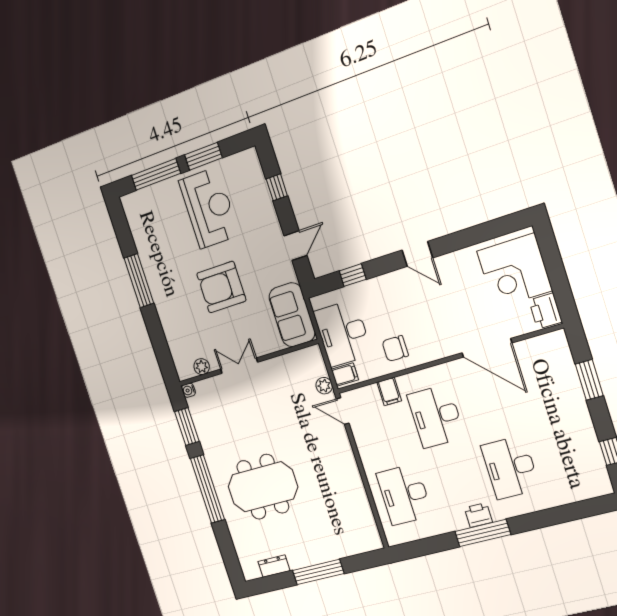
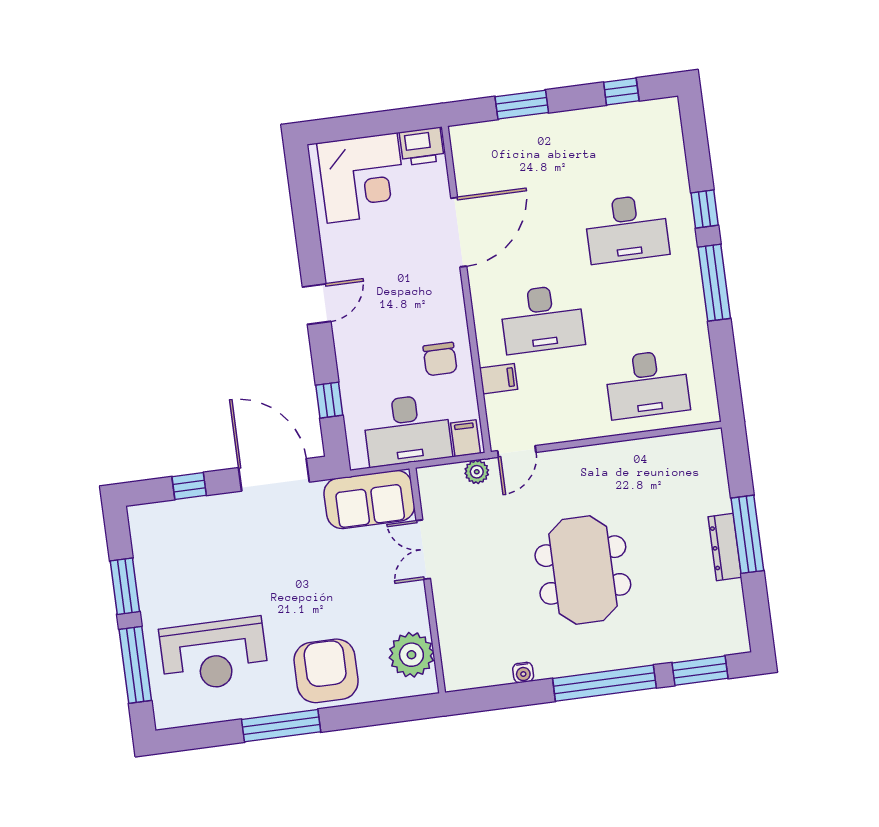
reception desk: (209, 208) -> (214, 655), moved, turned 180
door: (295, 246) -> (274, 475), width x1.87
armchair: (221, 287) -> (326, 671), moved, turned 180
double door: (239, 366) -> (423, 550), moved
plant: (202, 367) -> (411, 655), width x1.88, depth x1.88
water cooler: (188, 390) -> (523, 673), moved
window: (187, 427) -> (700, 671), moved
meeting table: (263, 487) -> (583, 570), moved
printer: (478, 515) -> (688, 284), removed
window: (534, 521) -> (705, 209), added
dresser: (274, 566) -> (725, 547), moved, width x1.44

